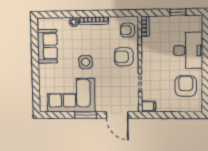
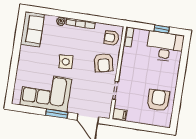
sofa: (47, 46) -> (32, 29), moved
desk: (188, 50) -> (165, 46), moved, turned -90
armchair: (124, 57) -> (104, 63), turned -103

